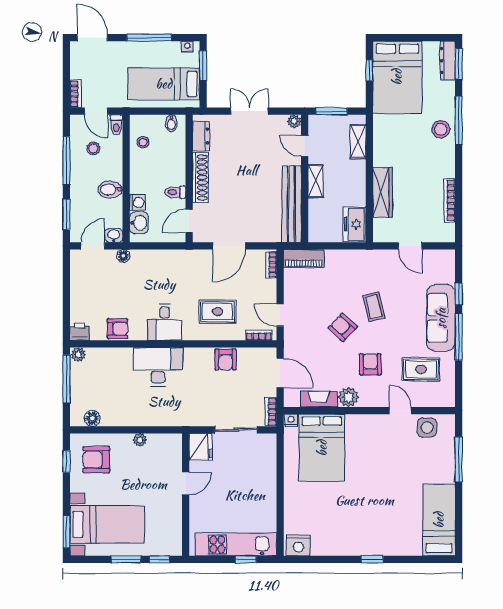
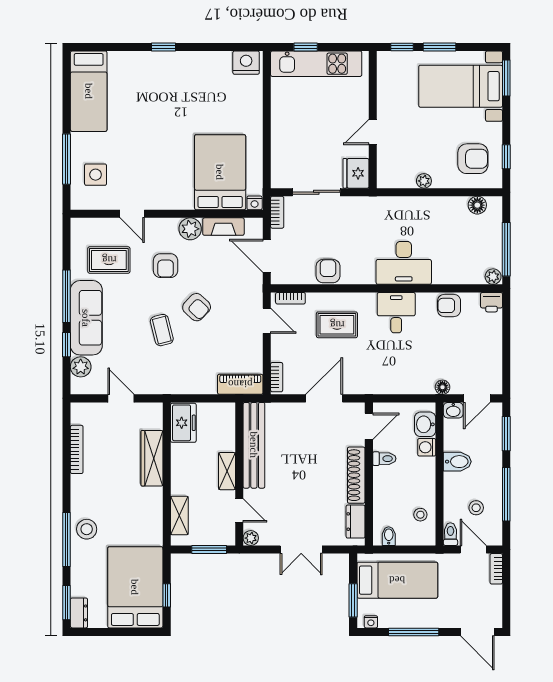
dresser: (448, 60) -> (79, 613), width x0.70
plant: (446, 274) -> (81, 367), added
side table: (427, 428) -> (96, 175), moved

